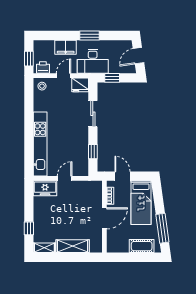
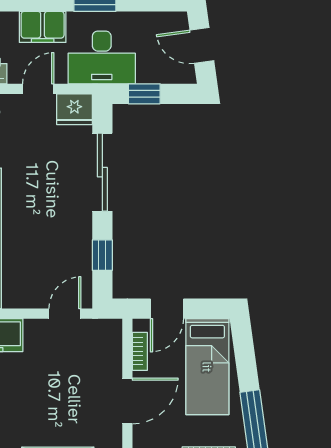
door: (138, 56) -> (202, 45), hinge flipped
sliding door: (93, 114) -> (102, 172), width x1.37
door: (122, 176) -> (167, 309), swing flipped
door: (65, 178) -> (65, 314), moved

